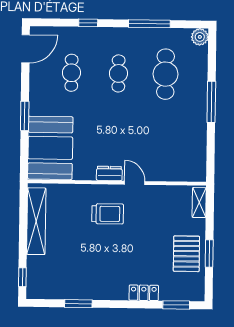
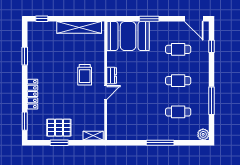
window: (88, 23) -> (211, 46), moved
cafe table: (165, 74) -> (178, 112), width x0.73, depth x0.74
locker: (144, 293) -> (33, 94), width x1.53

